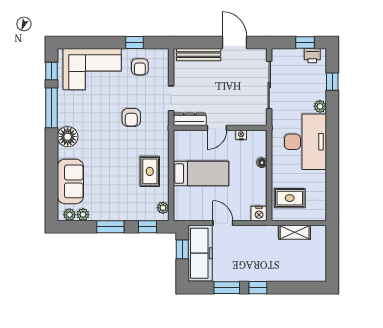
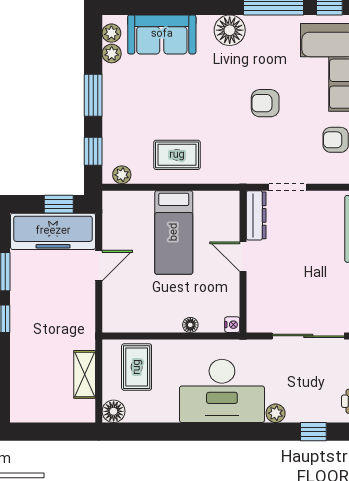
armchair: (131, 117) -> (265, 103), moved
nightstand: (241, 135) -> (232, 325), moved
nightstand: (259, 213) -> (113, 321), removed
floor lamp: (319, 213) -> (114, 411), added

